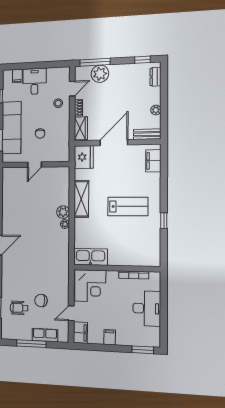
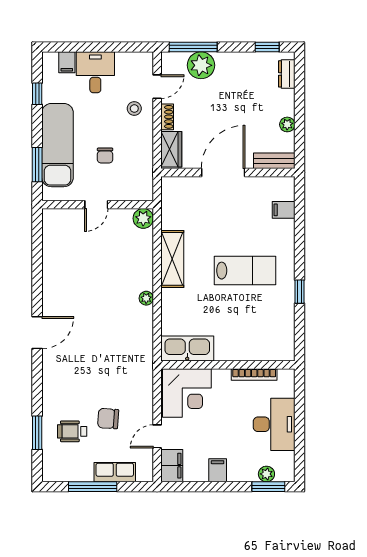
fridge: (84, 157) -> (176, 194), removed
filing cabinet: (153, 161) -> (284, 210), width x0.50
plant: (63, 212) -> (143, 218), moved
plant: (142, 341) -> (266, 474), added

